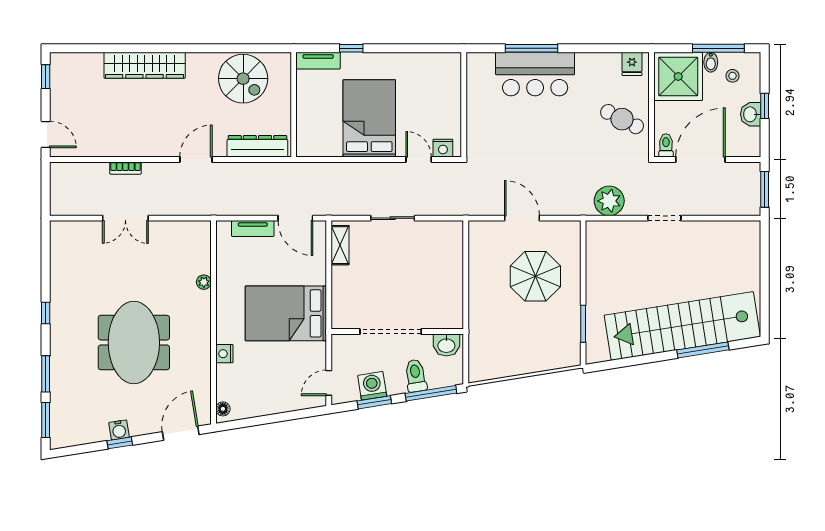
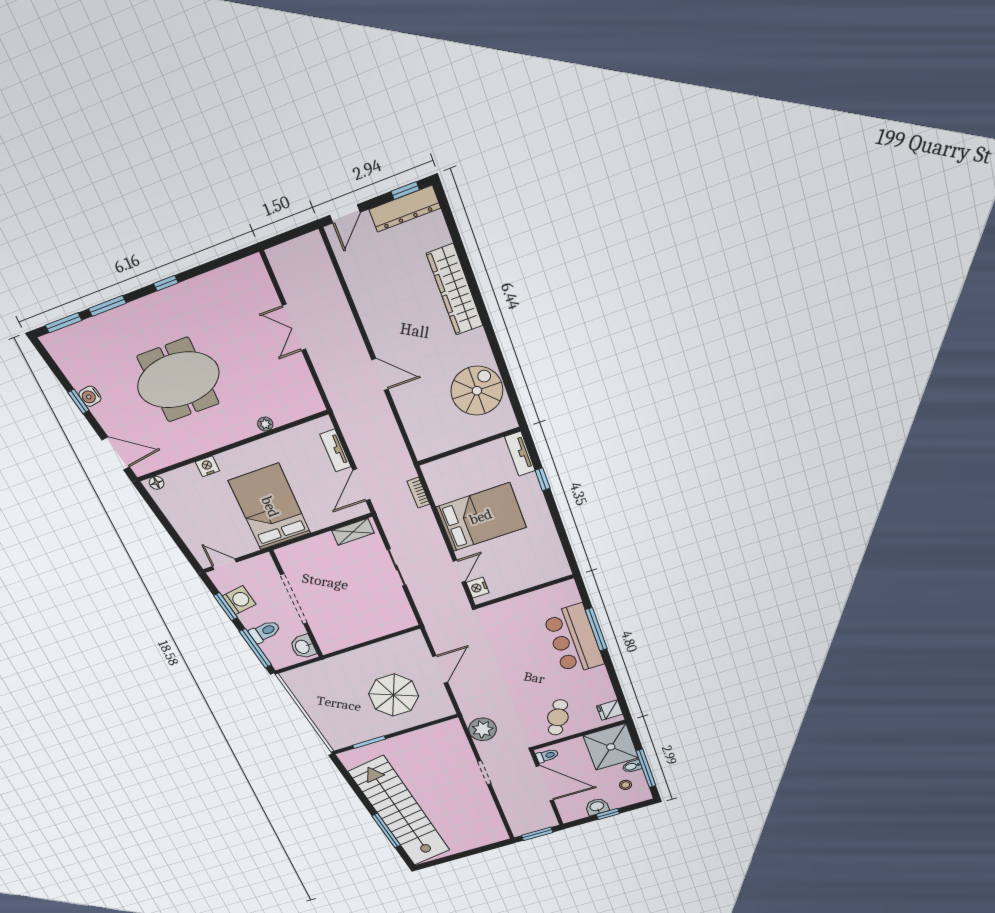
spiral stairs: (243, 79) -> (477, 391), turned 180
dresser: (257, 146) -> (405, 209), moved, turned 90
bookcase: (126, 168) -> (418, 493), moved

